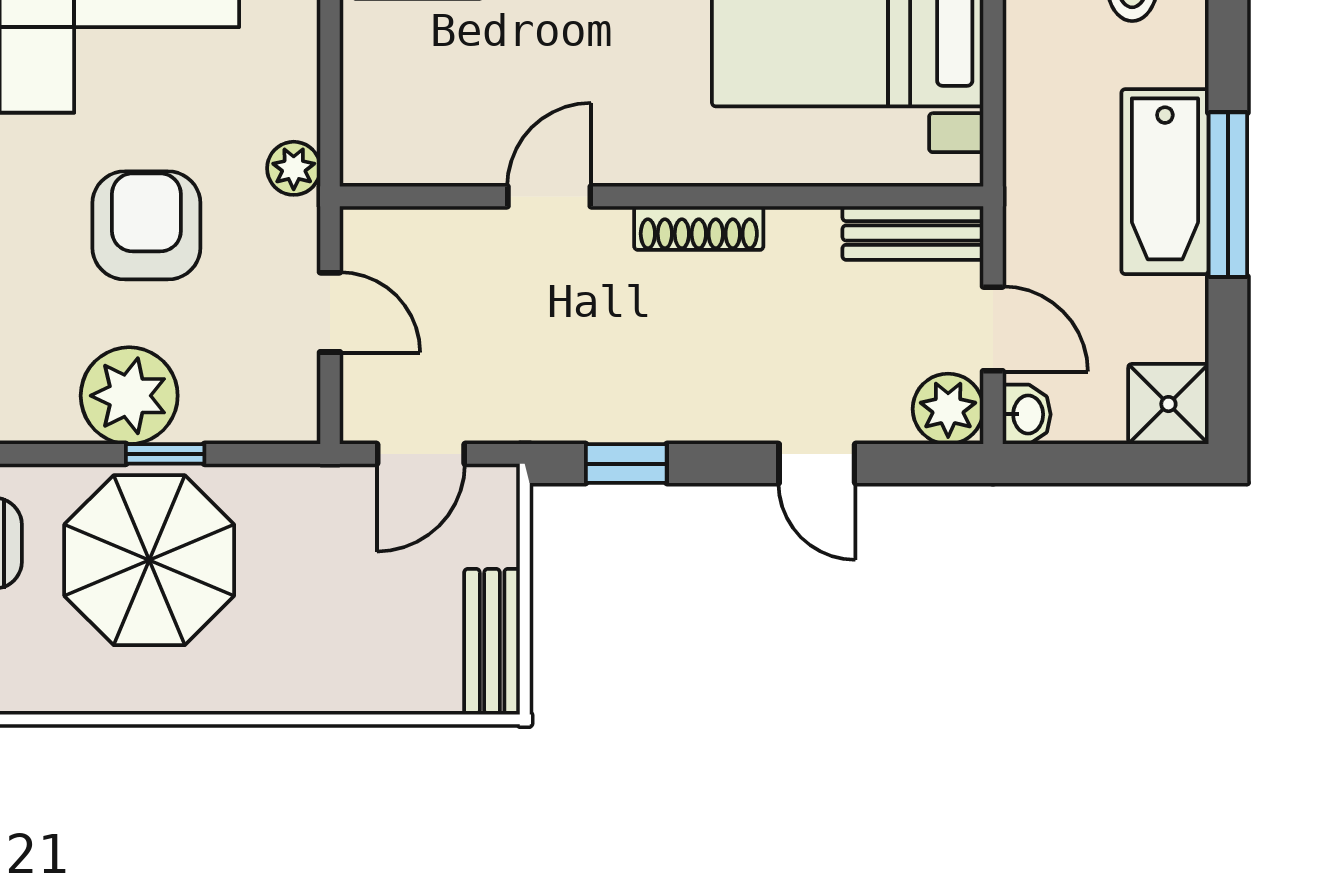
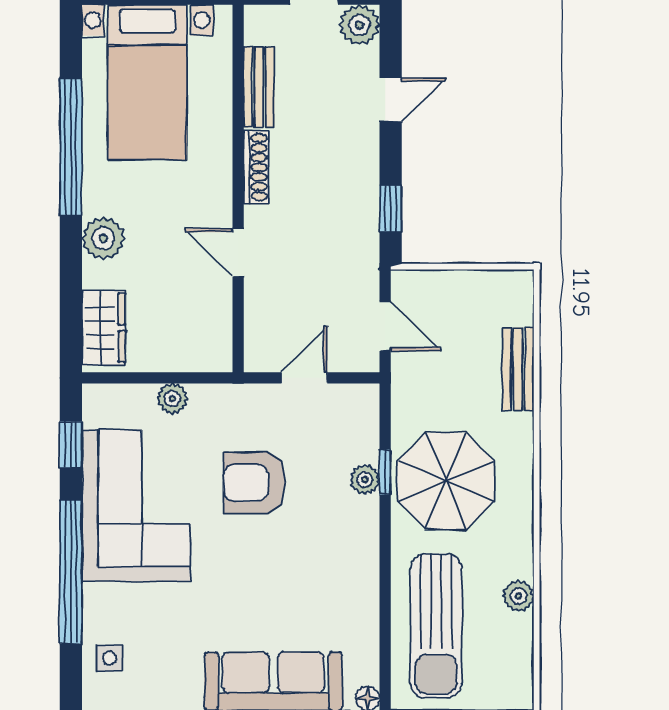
plant: (294, 168) -> (172, 399), moved
bench: (913, 233) -> (259, 87), moved
plant: (129, 396) -> (365, 480), width x0.53, depth x0.53
bench: (492, 642) -> (518, 369), moved, turned 90

